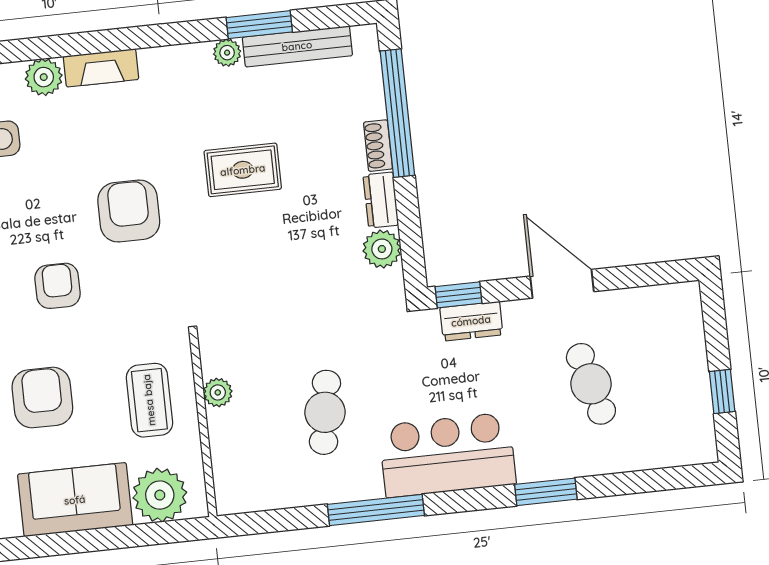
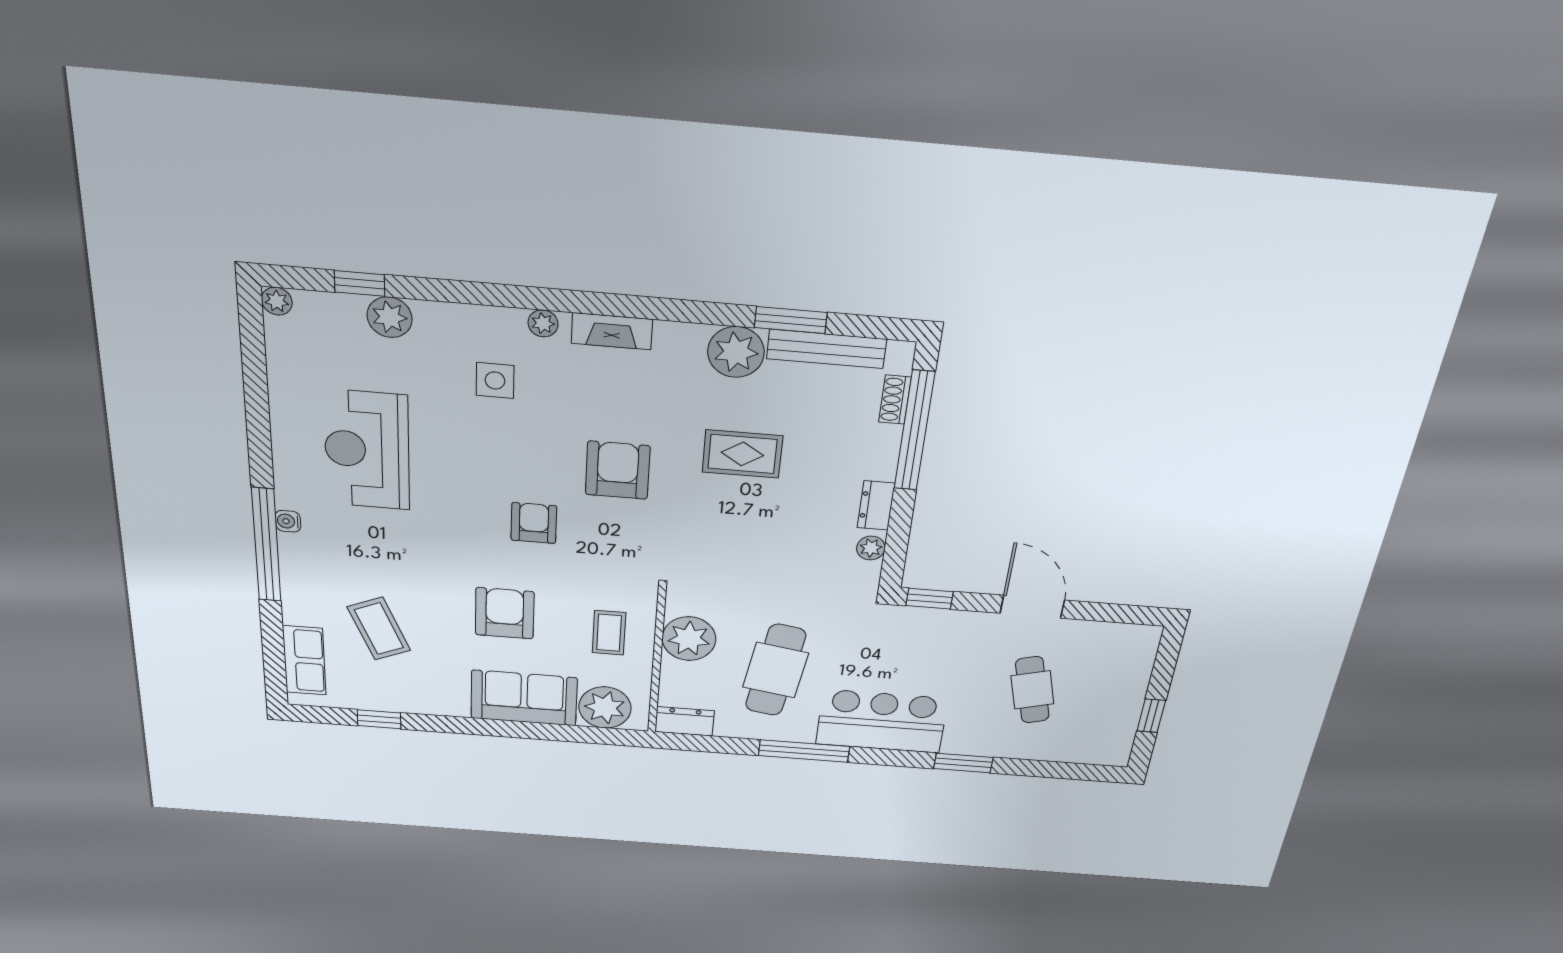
plant: (227, 53) -> (736, 352), width x1.87, depth x1.87
plant: (44, 77) -> (543, 323), width x0.73, depth x0.73
shoe rack: (378, 146) -> (895, 400), moved
plant: (382, 249) -> (871, 548), width x0.73, depth x0.73
dresser: (471, 321) -> (684, 721), moved, turned 180
plant: (218, 392) -> (689, 639), width x1.88, depth x1.88
coffee table: (149, 400) -> (609, 633), width x0.73, depth x0.77
cafe table: (325, 412) -> (776, 670), width x1.37, depth x1.35

